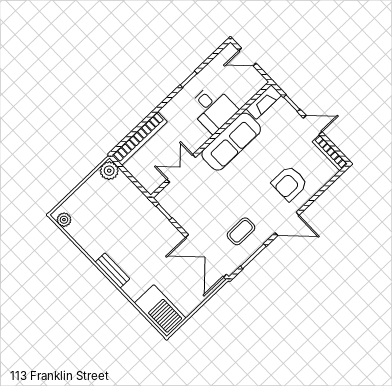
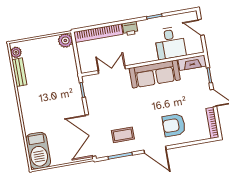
desk: (213, 108) -> (170, 43), moved
printer: (171, 110) -> (130, 28), added
bench: (112, 270) -> (19, 72), moved

